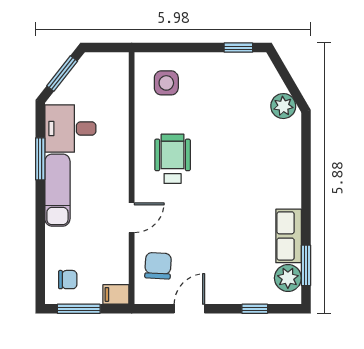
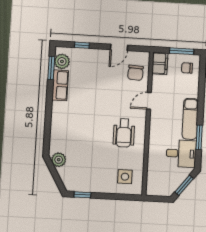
filing cabinet: (116, 294) -> (160, 63), width x2.00

